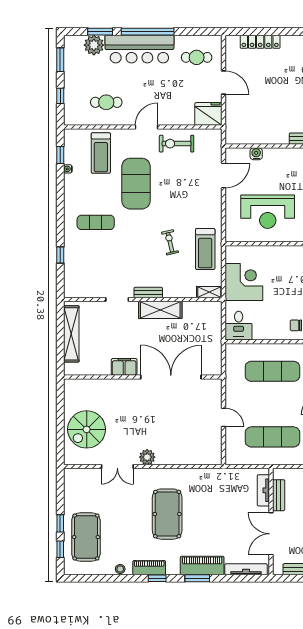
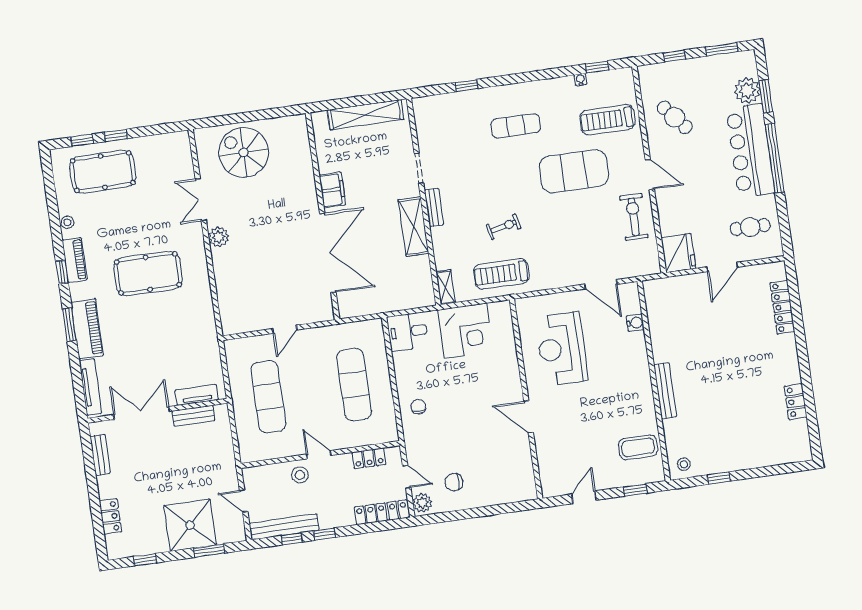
cafe table: (197, 57) -> (750, 227), turned 90
cafe table: (106, 102) -> (675, 117), turned -40
exercise mat: (96, 222) -> (516, 126), turned 90

